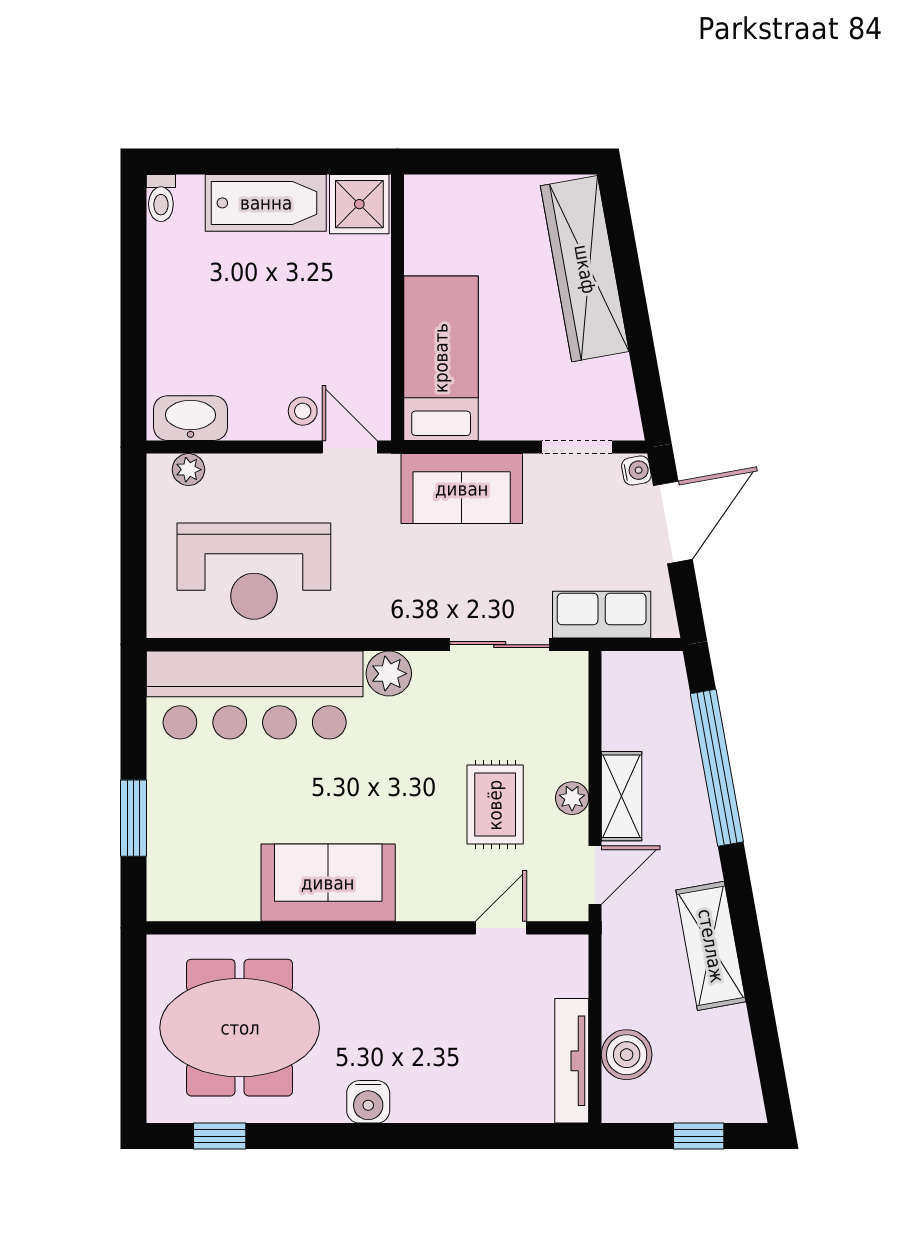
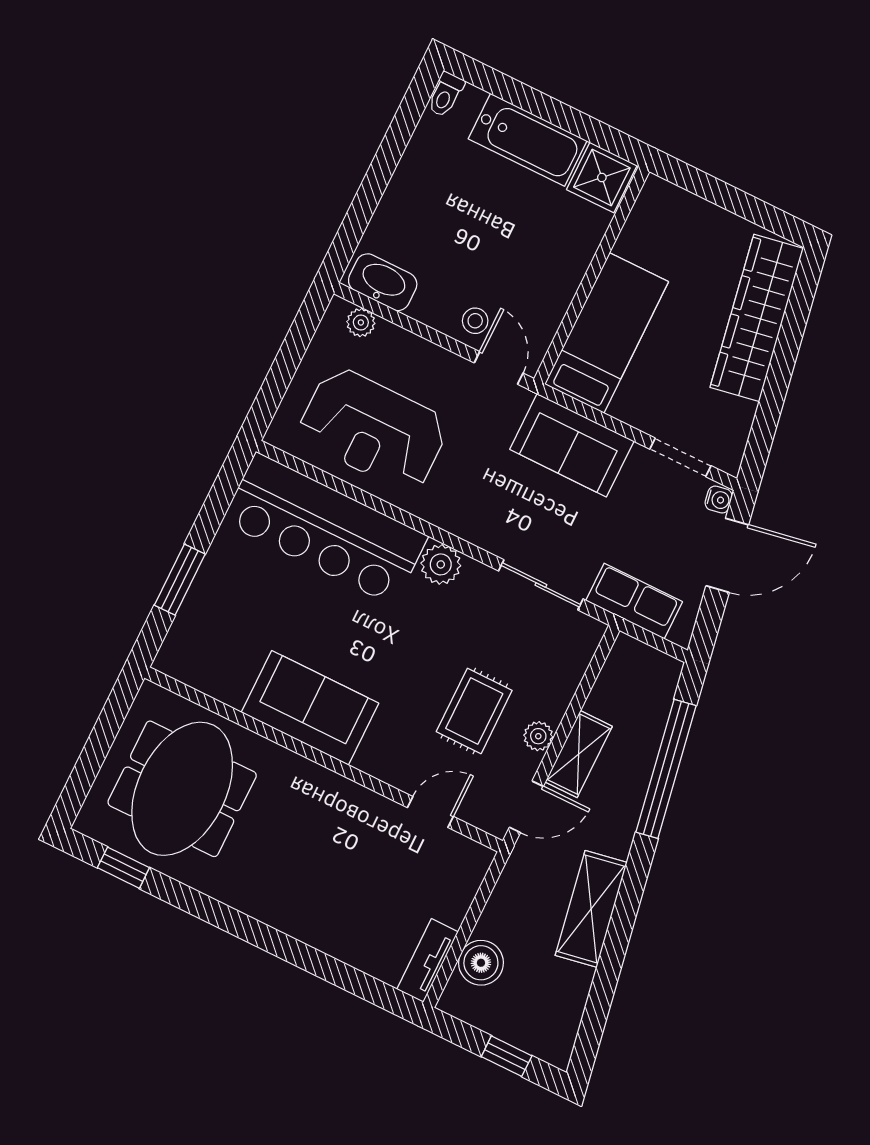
meeting table: (240, 1028) -> (182, 789), turned 90
tv unit: (572, 1061) -> (427, 961), width x0.71
water cooler: (368, 1102) -> (256, 899), removed

